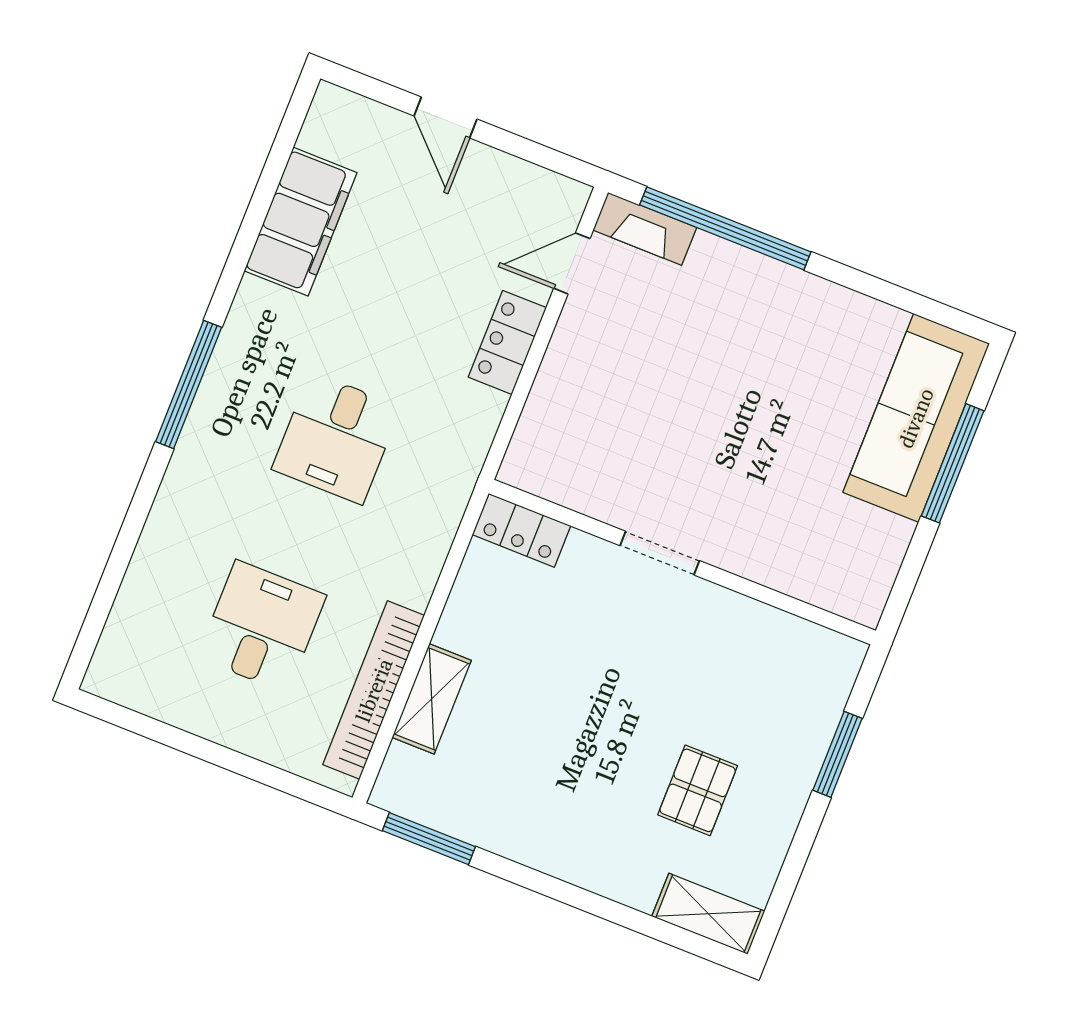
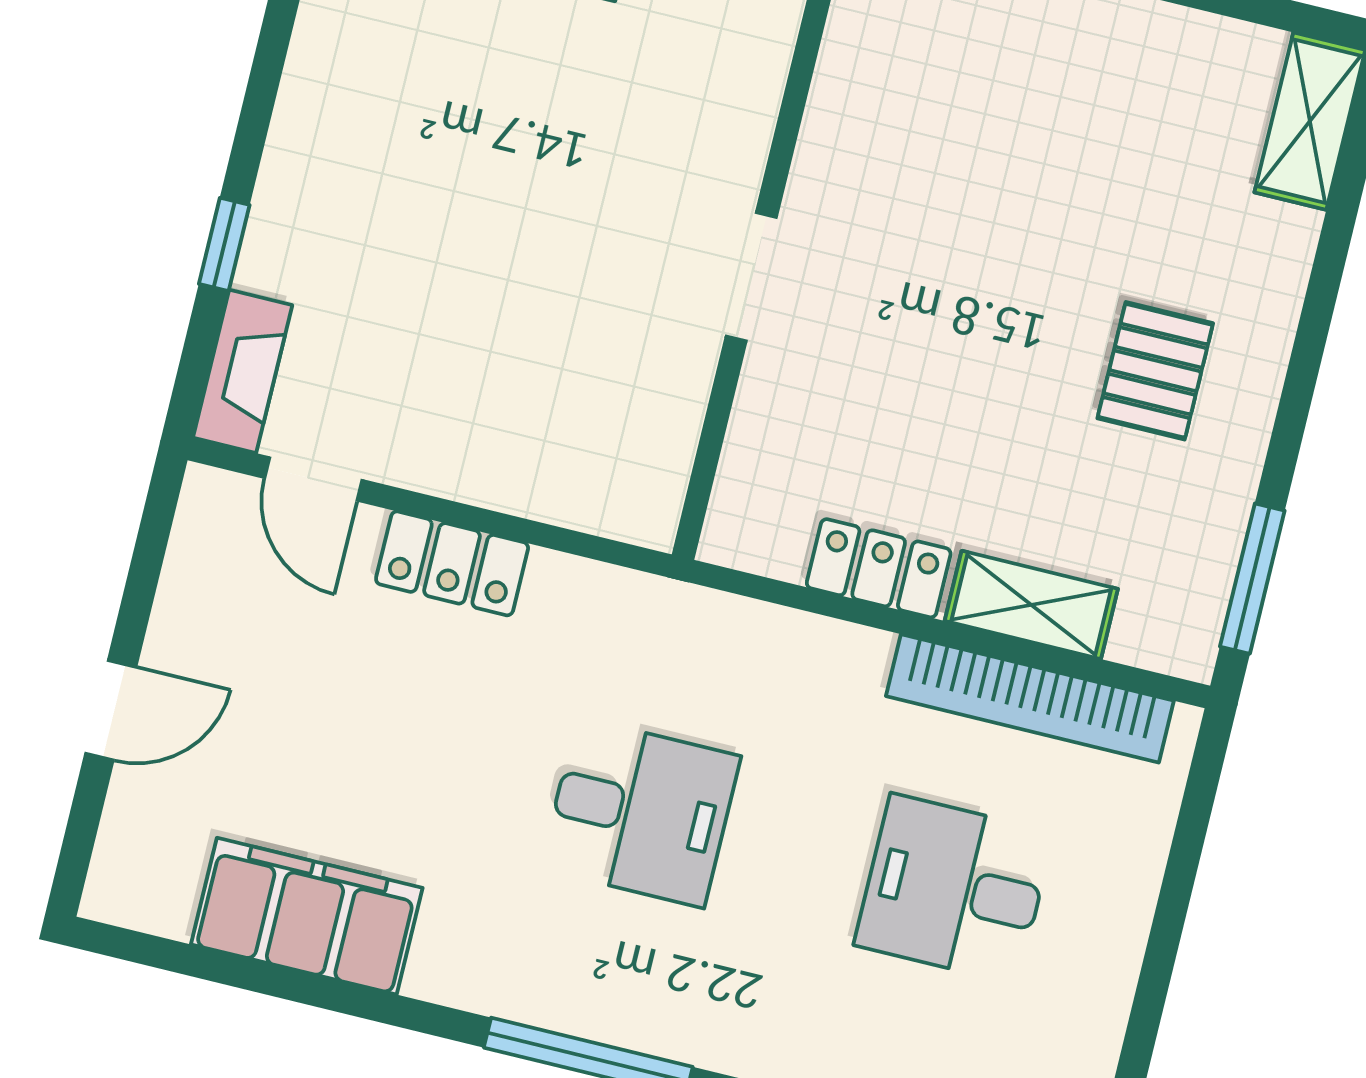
window: (725, 228) -> (224, 244), width x0.32
locker: (521, 530) -> (879, 568), moved, turned -90
pallet: (698, 790) -> (1155, 371), moved, turned 90

